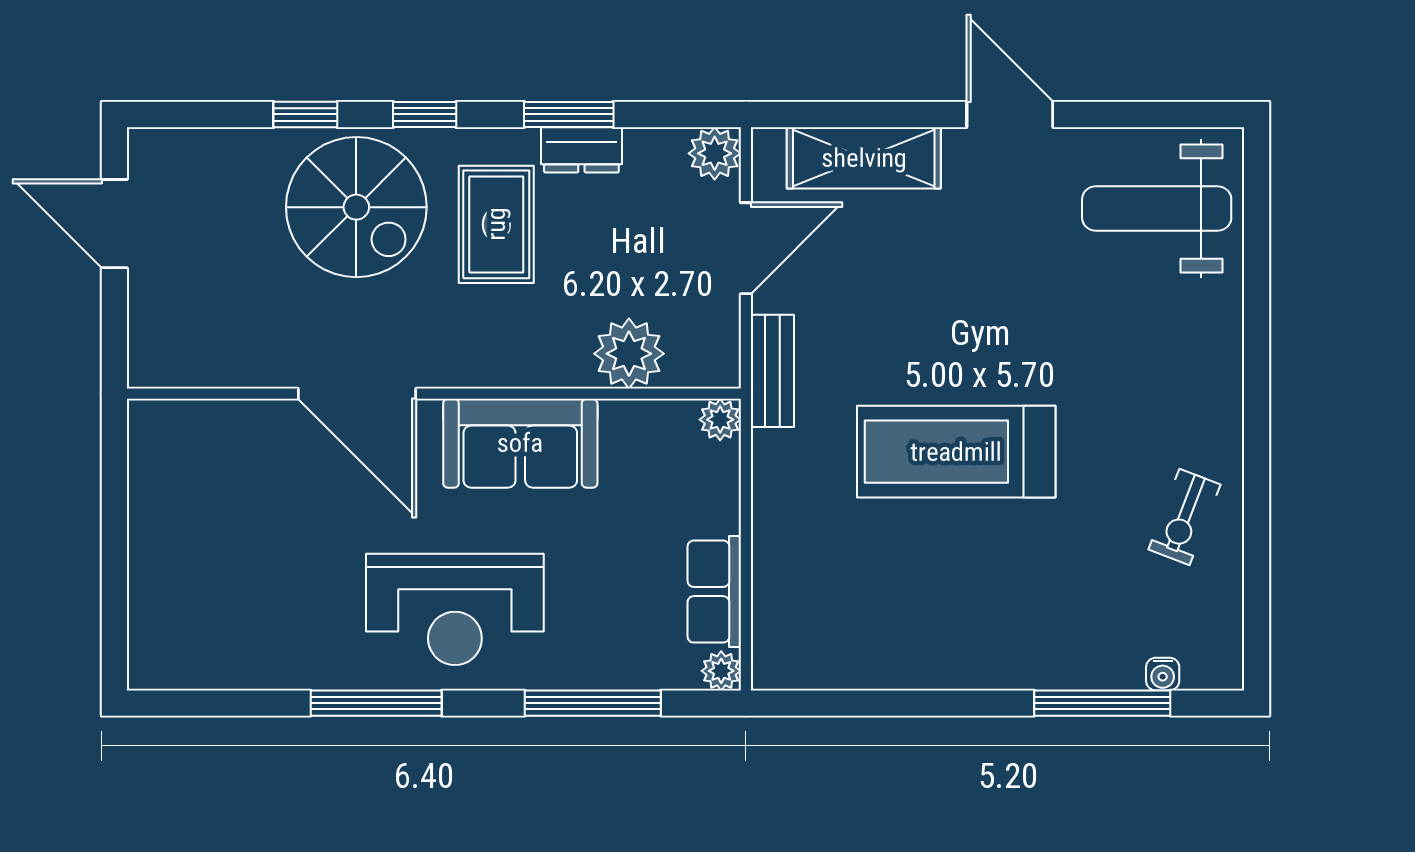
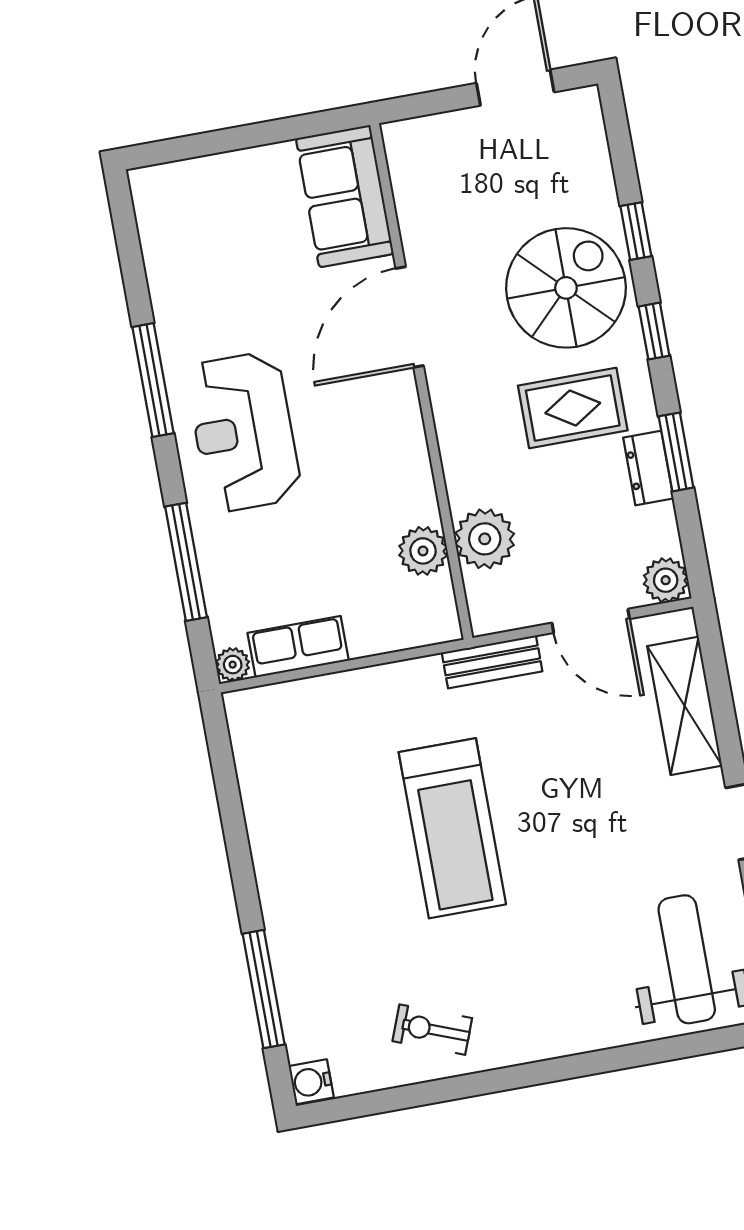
spiral stairs: (356, 207) -> (566, 288), turned 180
plant: (720, 420) -> (423, 551), moved, width x1.38, depth x1.38
sofa: (520, 443) -> (345, 196), moved
treadmill: (956, 452) -> (452, 828), turned 180
water cooler: (1163, 674) -> (311, 1082), moved, width x1.38, depth x1.38

